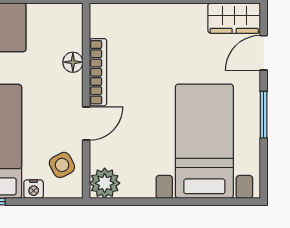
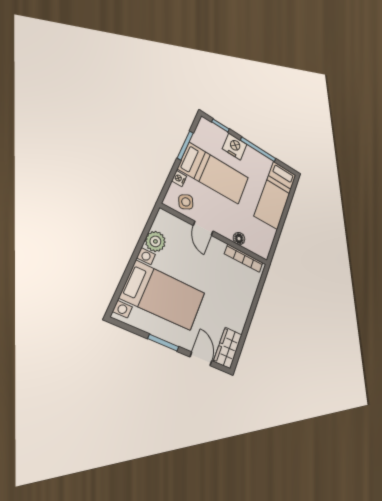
bookcase: (98, 72) -> (244, 258), moved
plant: (105, 183) -> (155, 241), moved

